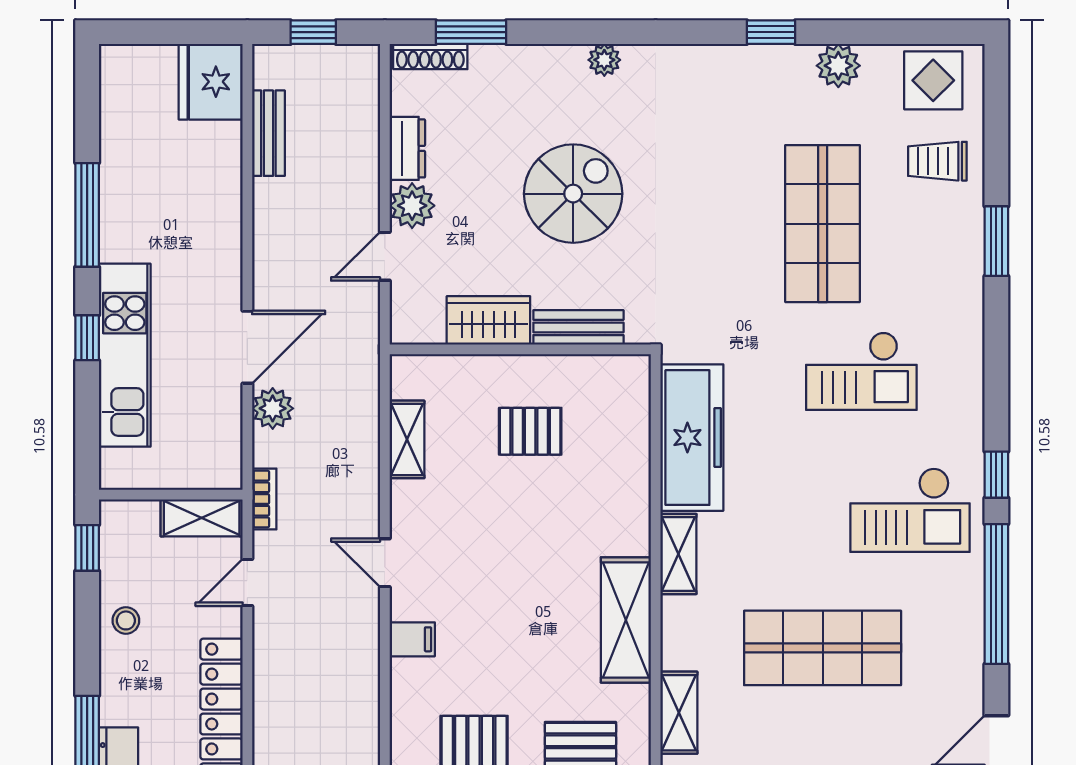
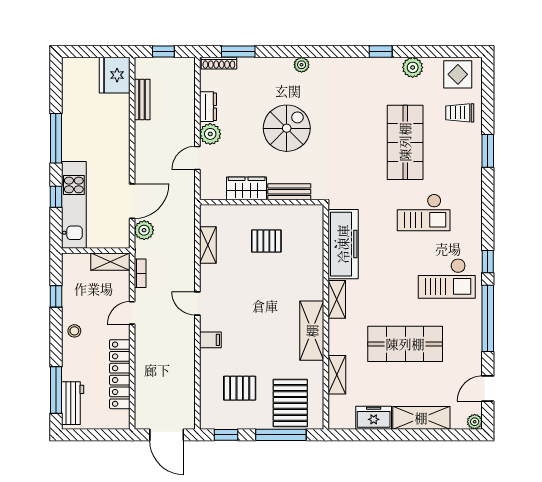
wall: (171, 495) -> (96, 251), moved
shelving: (202, 518) -> (110, 262), moved

